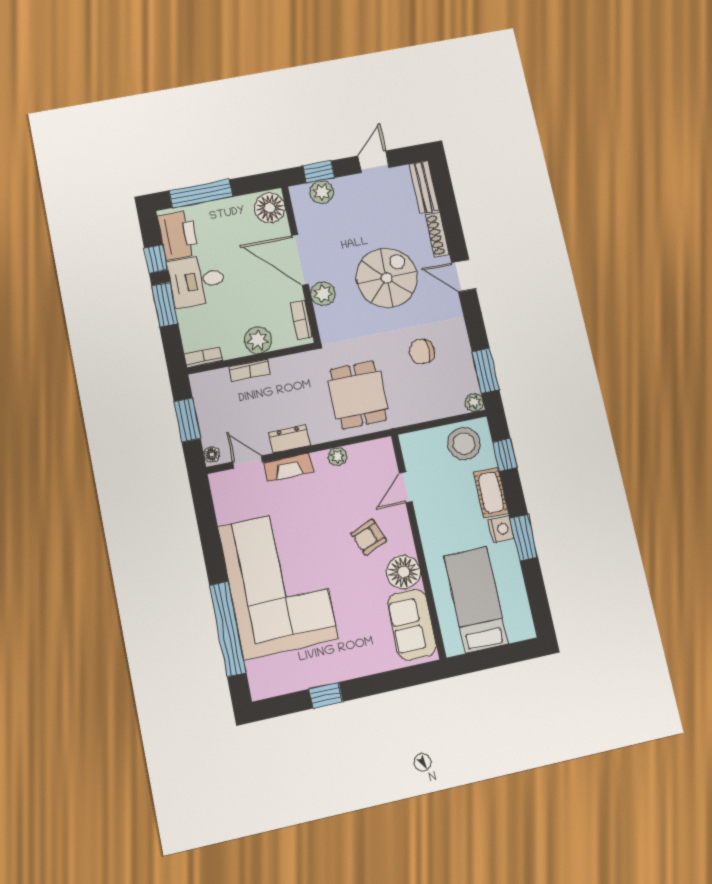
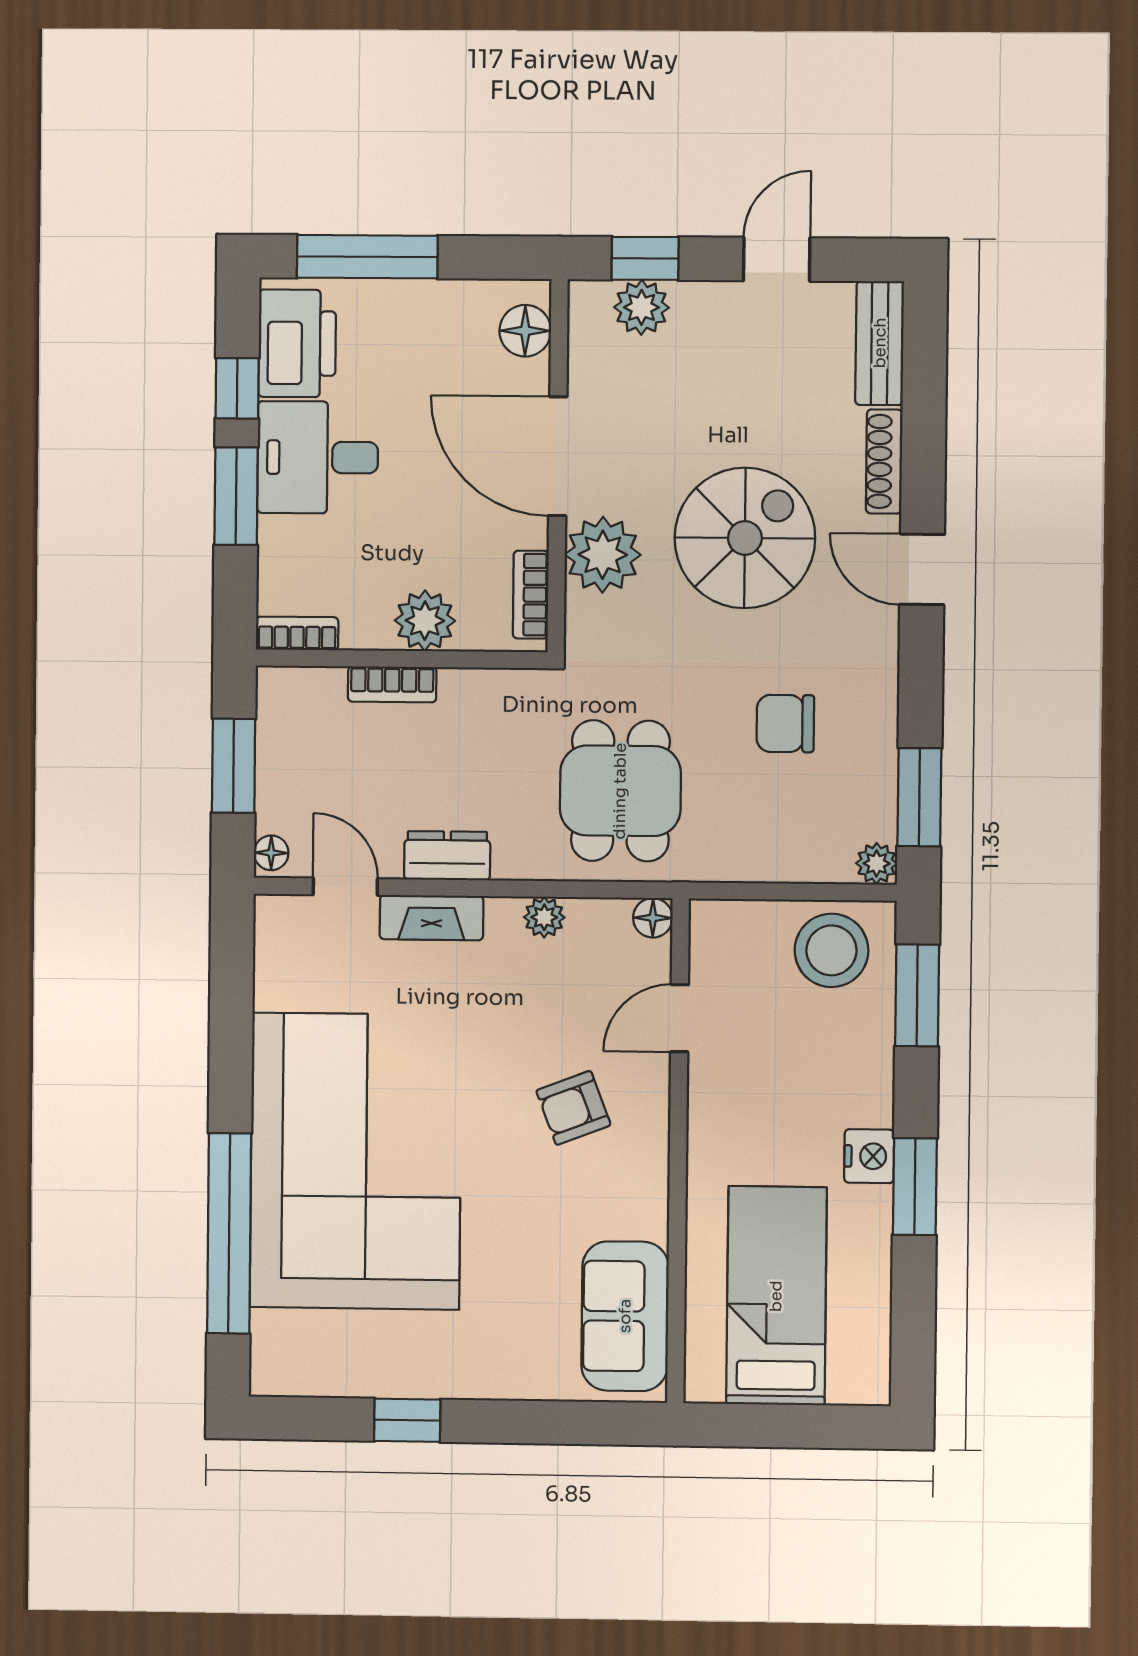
floor lamp: (270, 208) -> (525, 331), width x0.73, depth x0.73
plant: (323, 294) -> (603, 555), width x1.36, depth x1.36
window: (505, 455) -> (917, 995), width x1.50
cot: (491, 493) -> (866, 1072), removed
floor lamp: (404, 572) -> (653, 918), moved, width x0.53, depth x0.53

